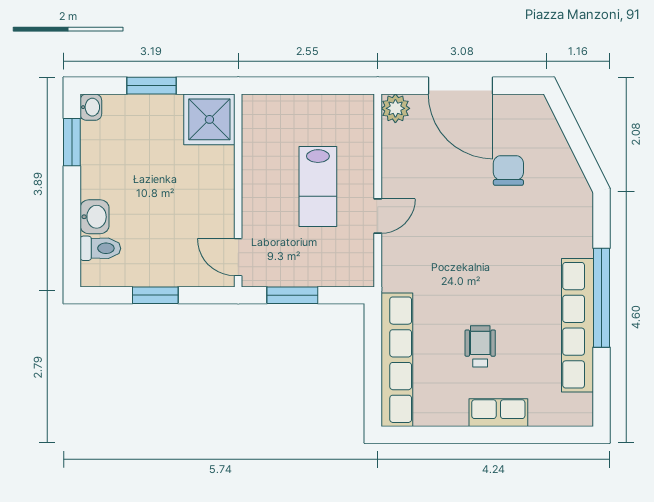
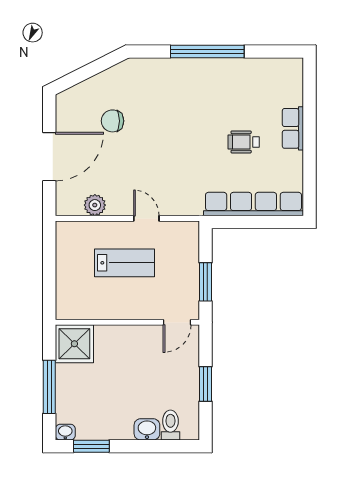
window: (152, 86) -> (49, 387), width x1.44
plant: (395, 108) -> (95, 205), moved
row of seats: (577, 325) -> (228, 69), removed

